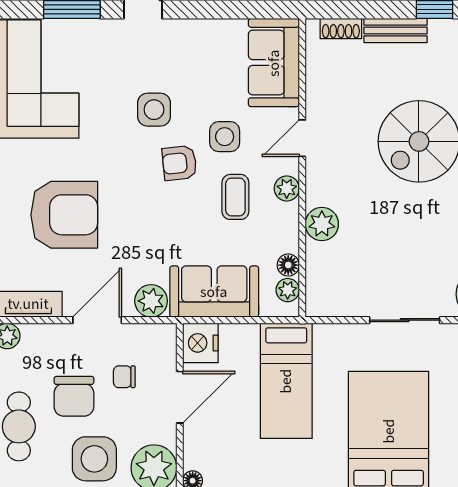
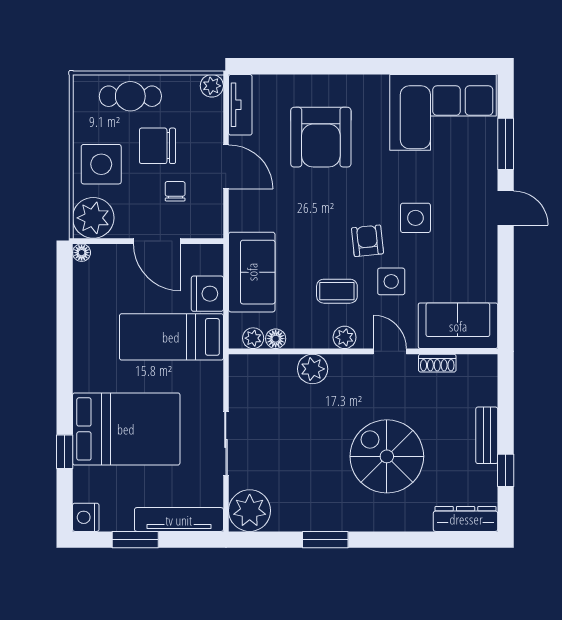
shoe rack: (341, 29) -> (437, 363), moved, turned -90
plant: (151, 301) -> (243, 215), removed
nightstand: (200, 343) -> (207, 294), moved, turned 90

